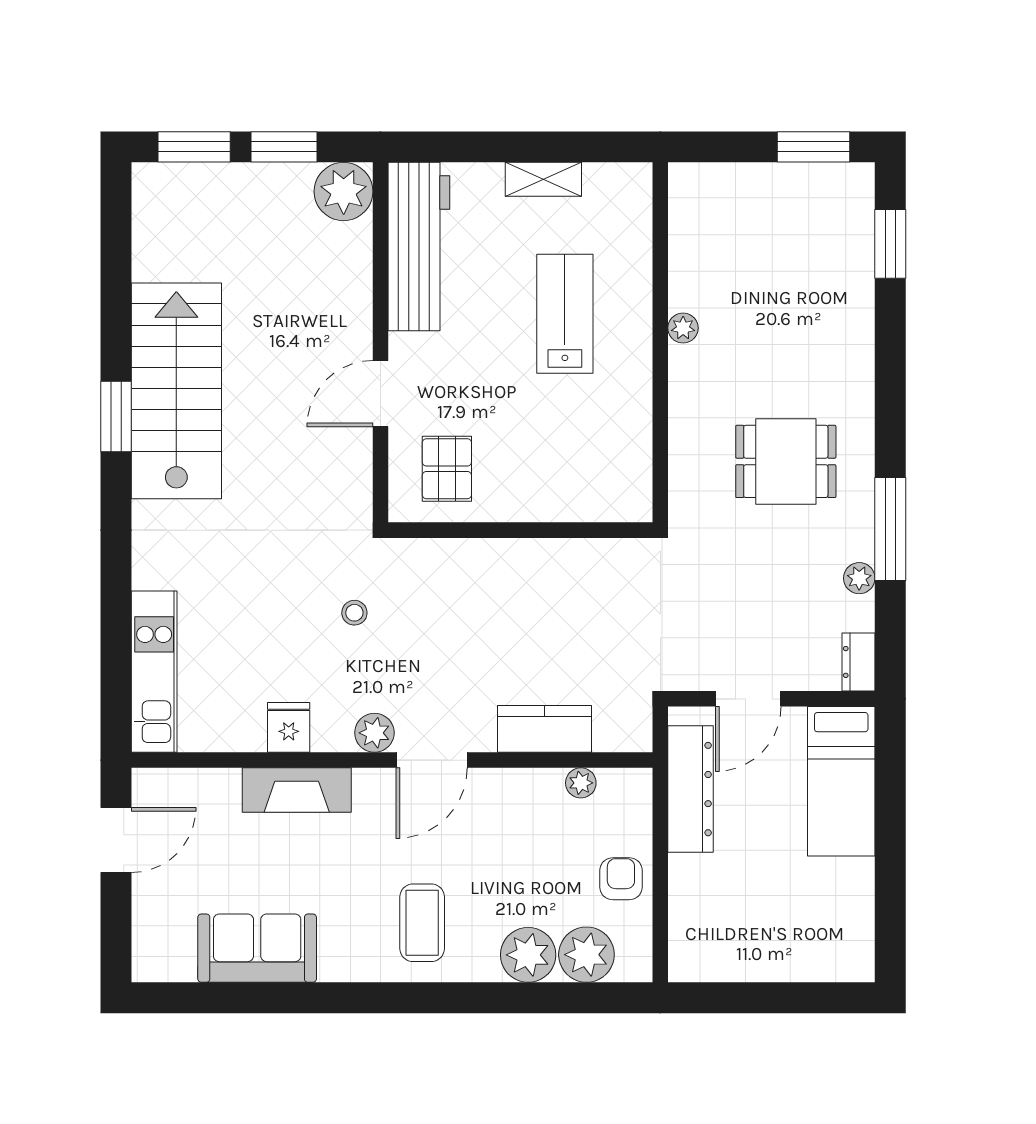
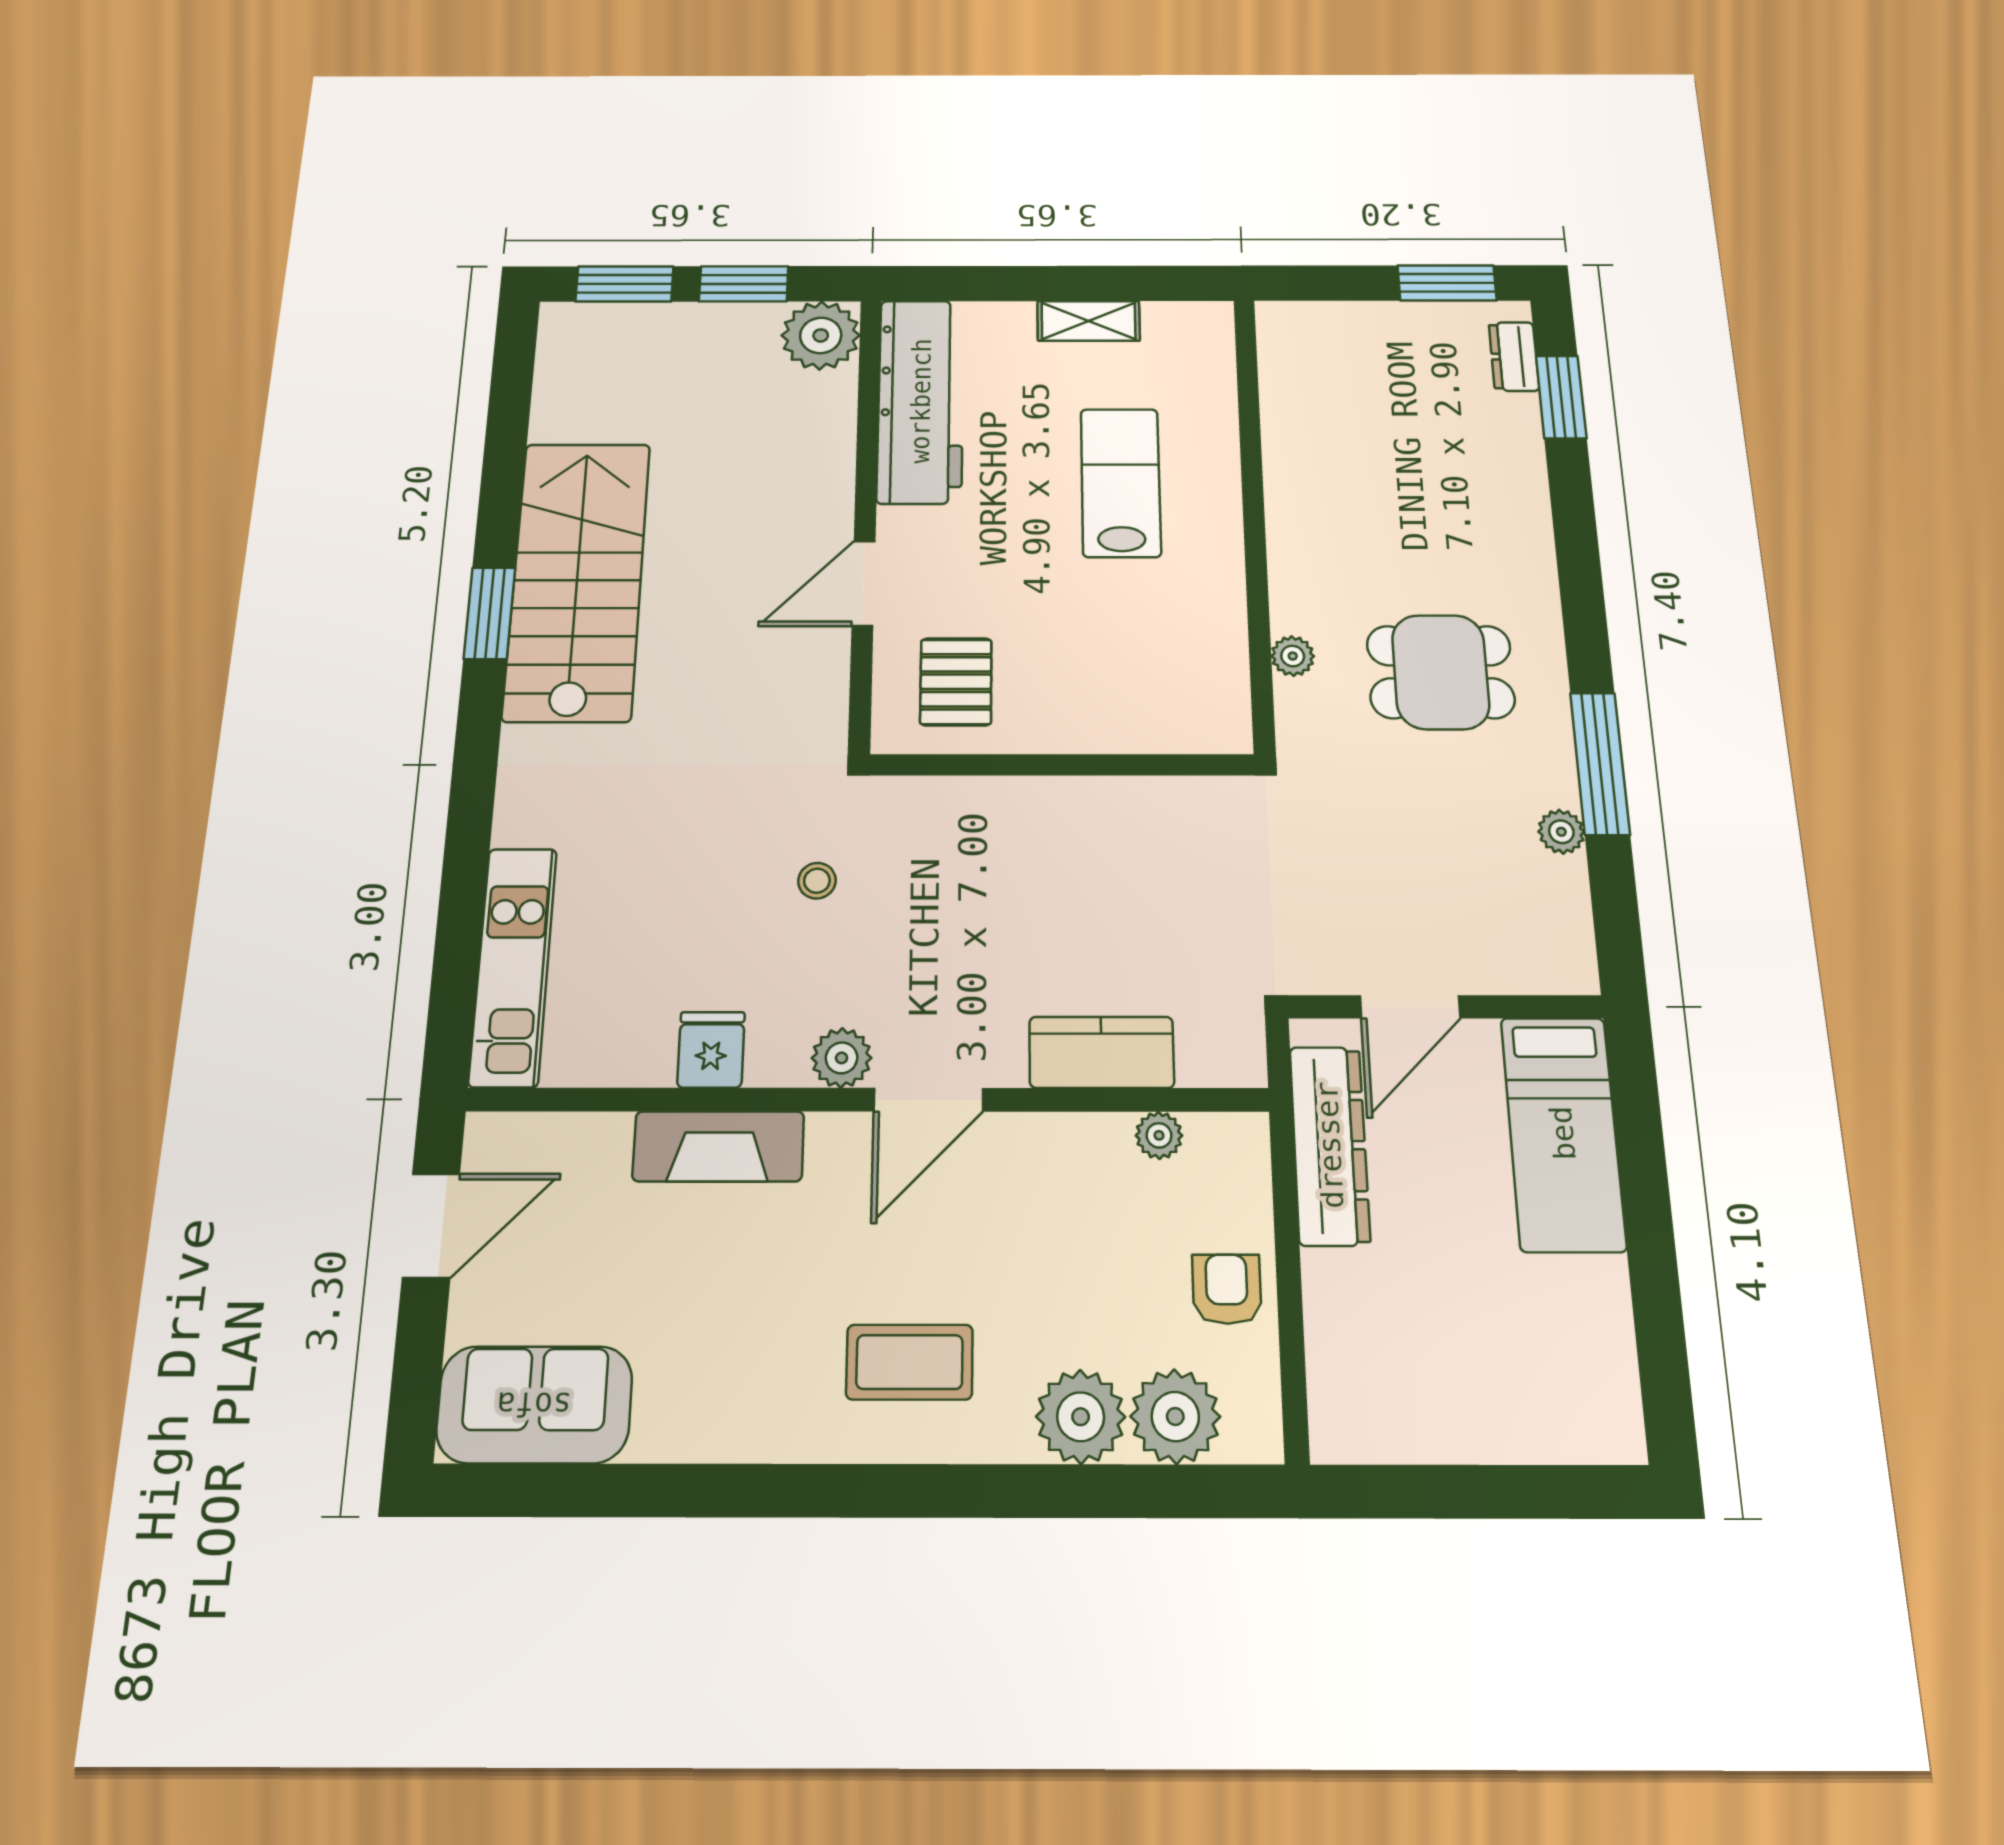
plant: (683, 328) -> (1293, 656), moved
dresser: (859, 662) -> (1514, 357), moved
coffee table: (422, 923) -> (910, 1362), turned 90
sofa: (257, 948) -> (534, 1404), moved

